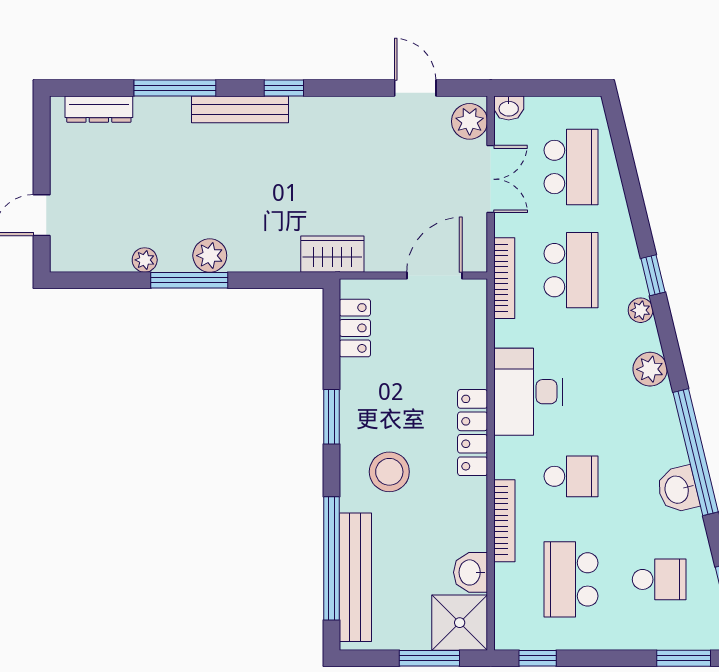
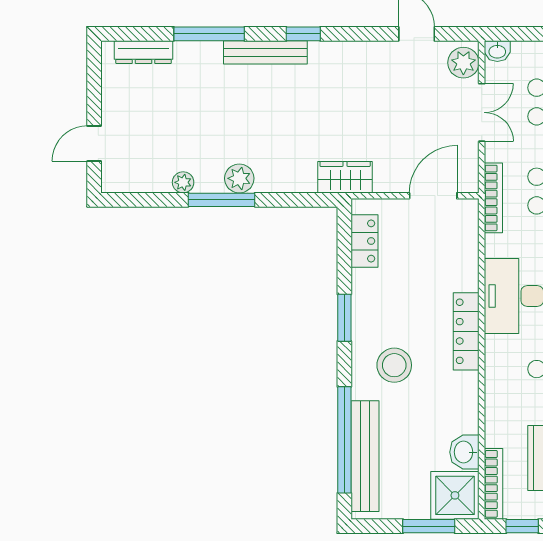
bookcase: (504, 521) -> (493, 484), moved

